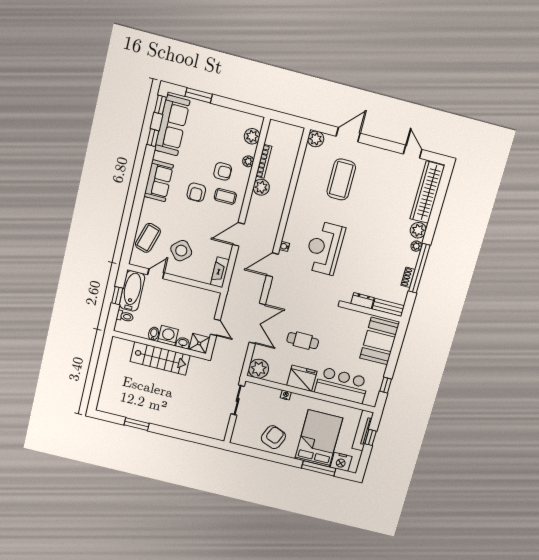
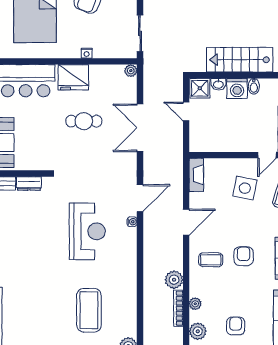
armchair: (223, 171) -> (236, 326), moved, turned 90
side table: (181, 251) -> (245, 188), turned -38
plant: (259, 369) -> (131, 71), width x0.53, depth x0.53

